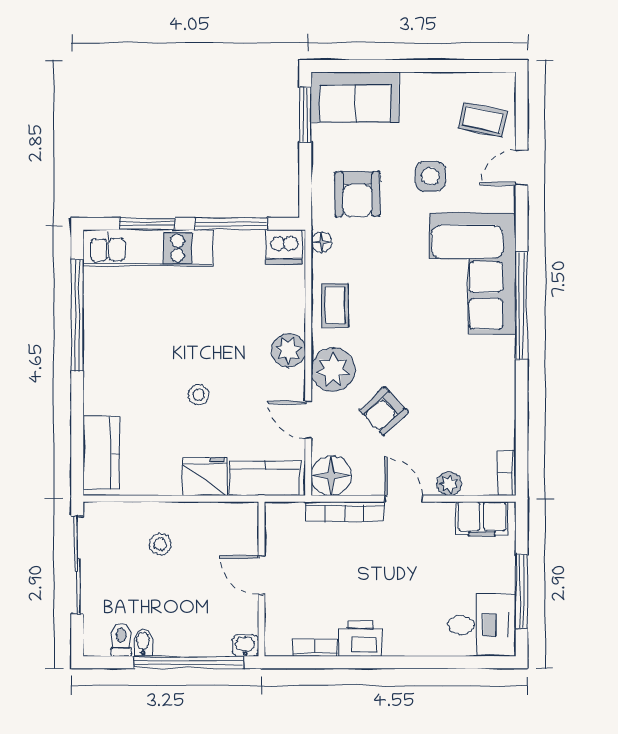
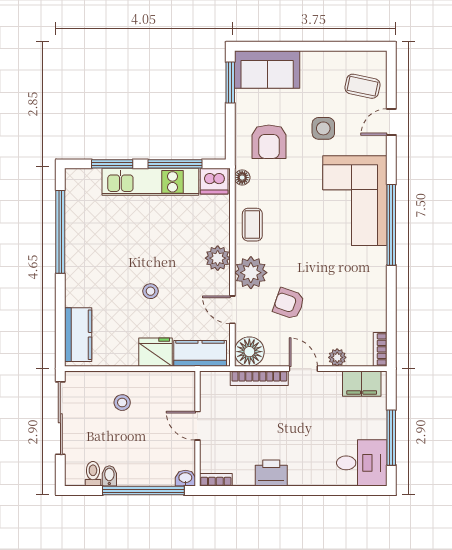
kitchen unit: (148, 248) -> (150, 182), moved
armchair: (384, 411) -> (289, 304), turned 62
bookcase: (315, 648) -> (216, 480), moved

